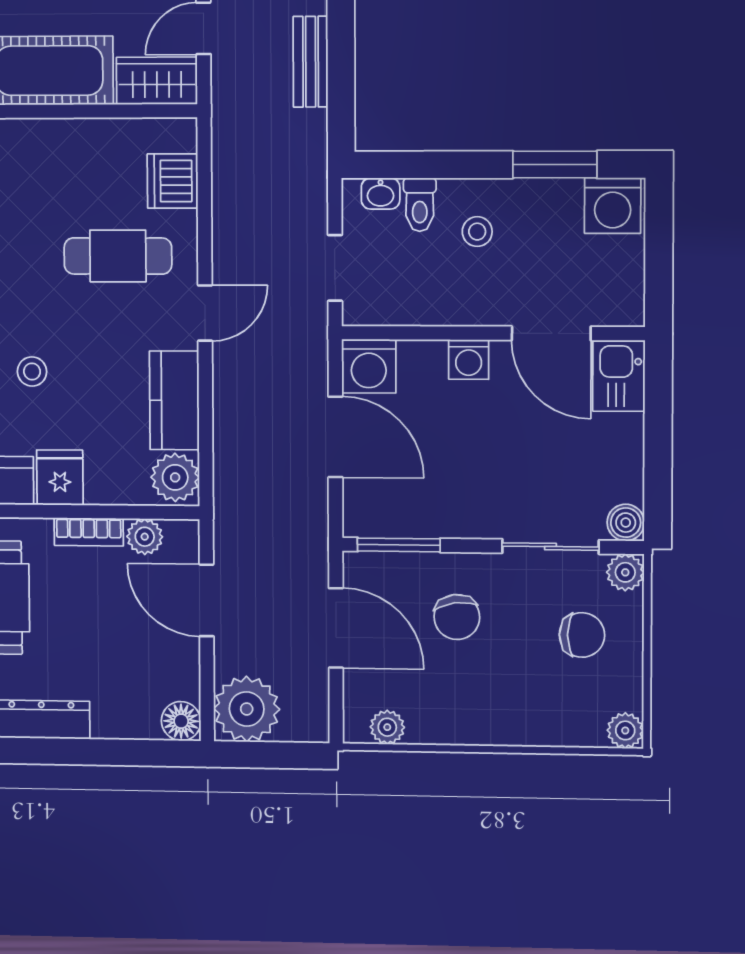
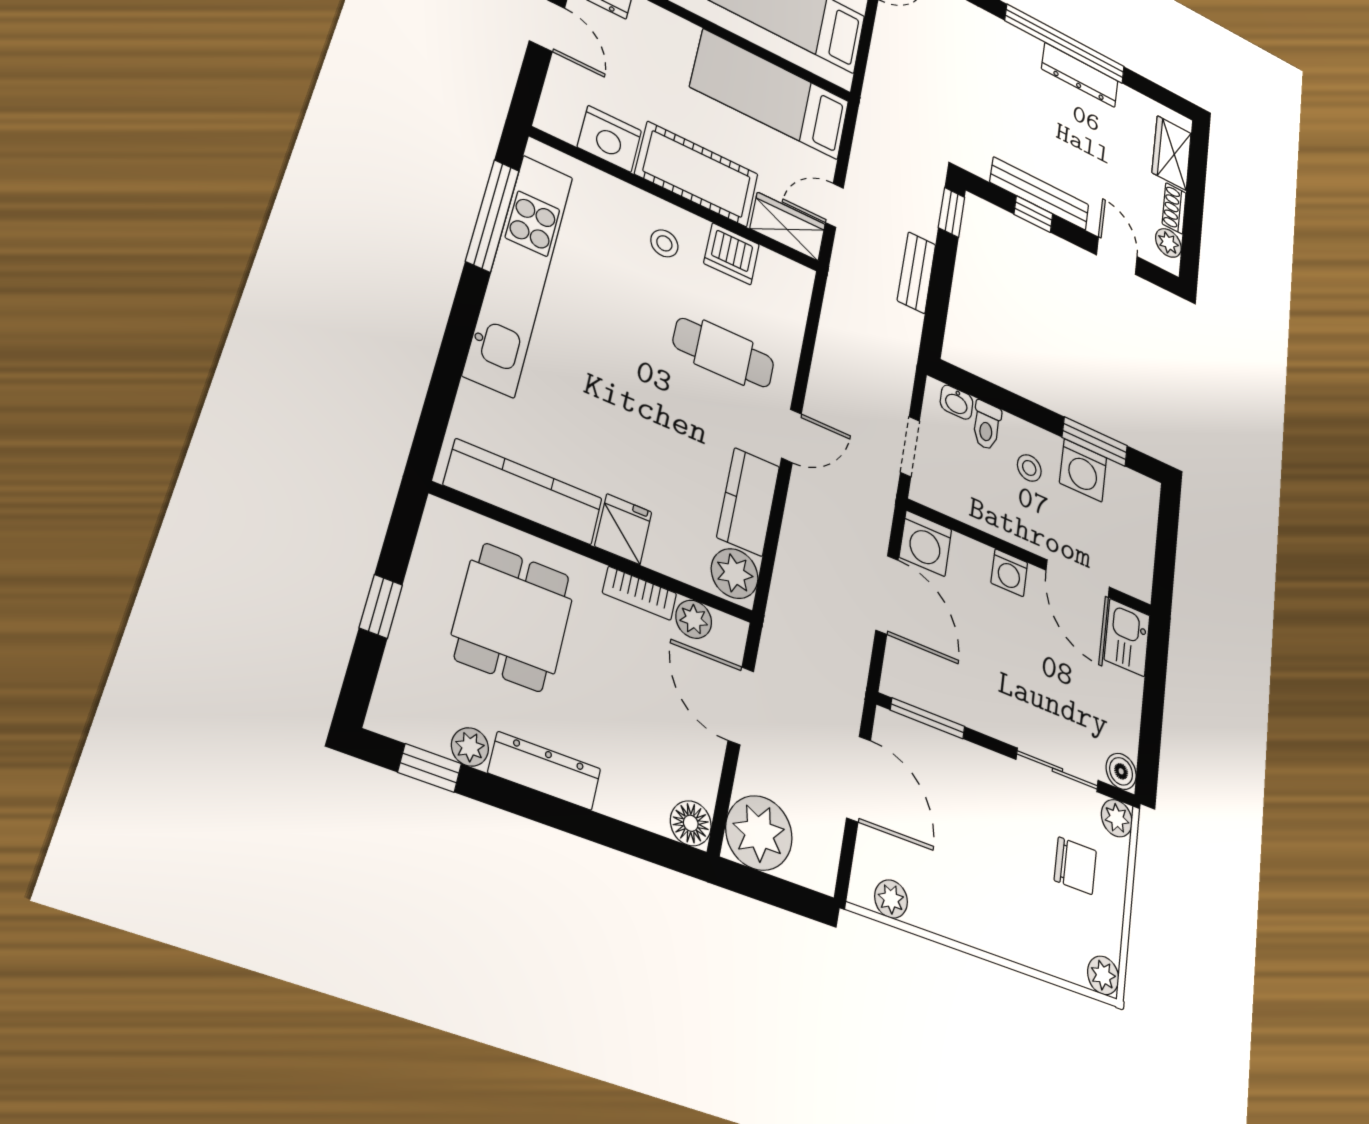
dishwasher: (173, 181) -> (732, 254), moved, turned -90
washing machine: (613, 206) -> (1083, 470), moved
stool: (32, 371) -> (664, 243), moved
chair: (457, 617) -> (969, 808), removed

